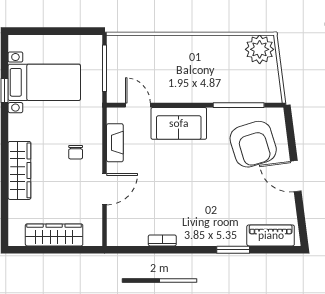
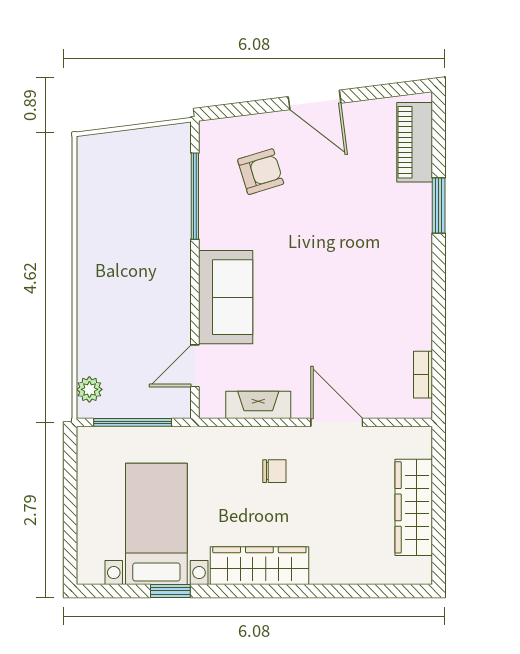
plant: (260, 49) -> (89, 389), moved, width x0.53, depth x0.53
armchair: (253, 144) -> (261, 172), width x0.53, depth x0.53
wardrobe: (19, 170) -> (259, 566), moved
door: (296, 176) -> (315, 100), hinge flipped
bookcase: (162, 240) -> (423, 375), moved

